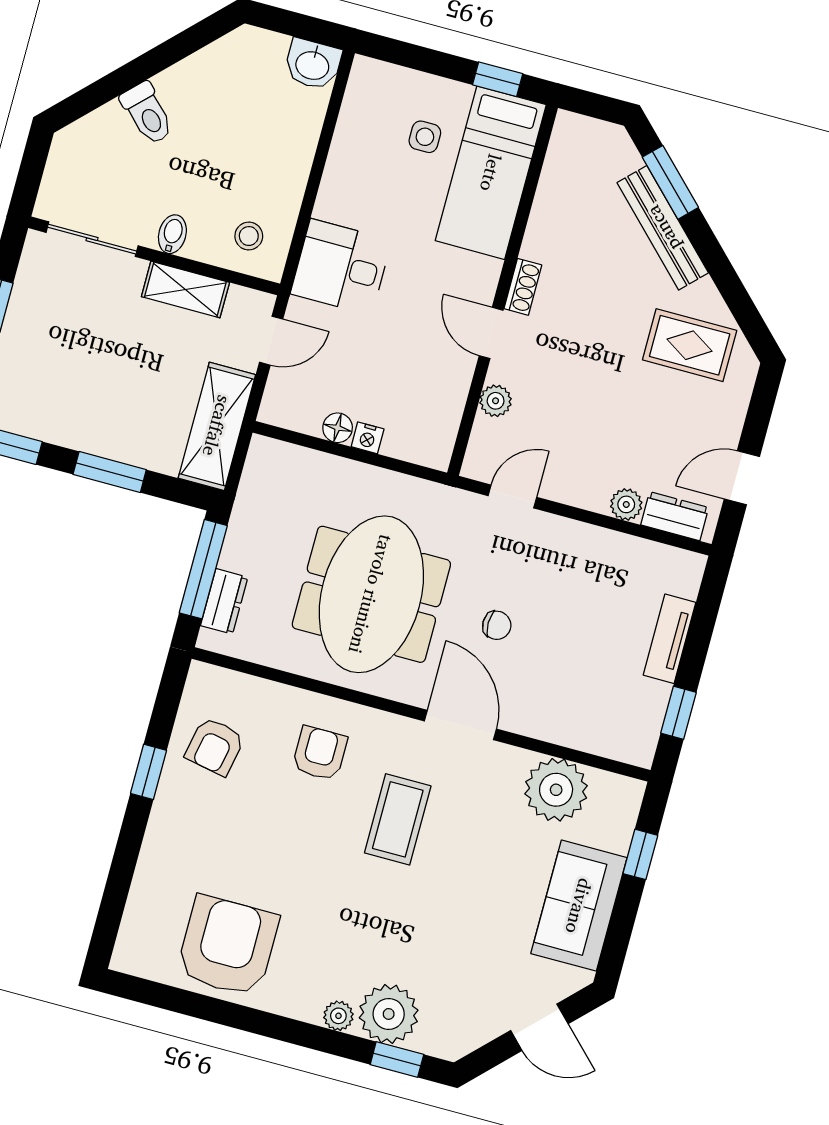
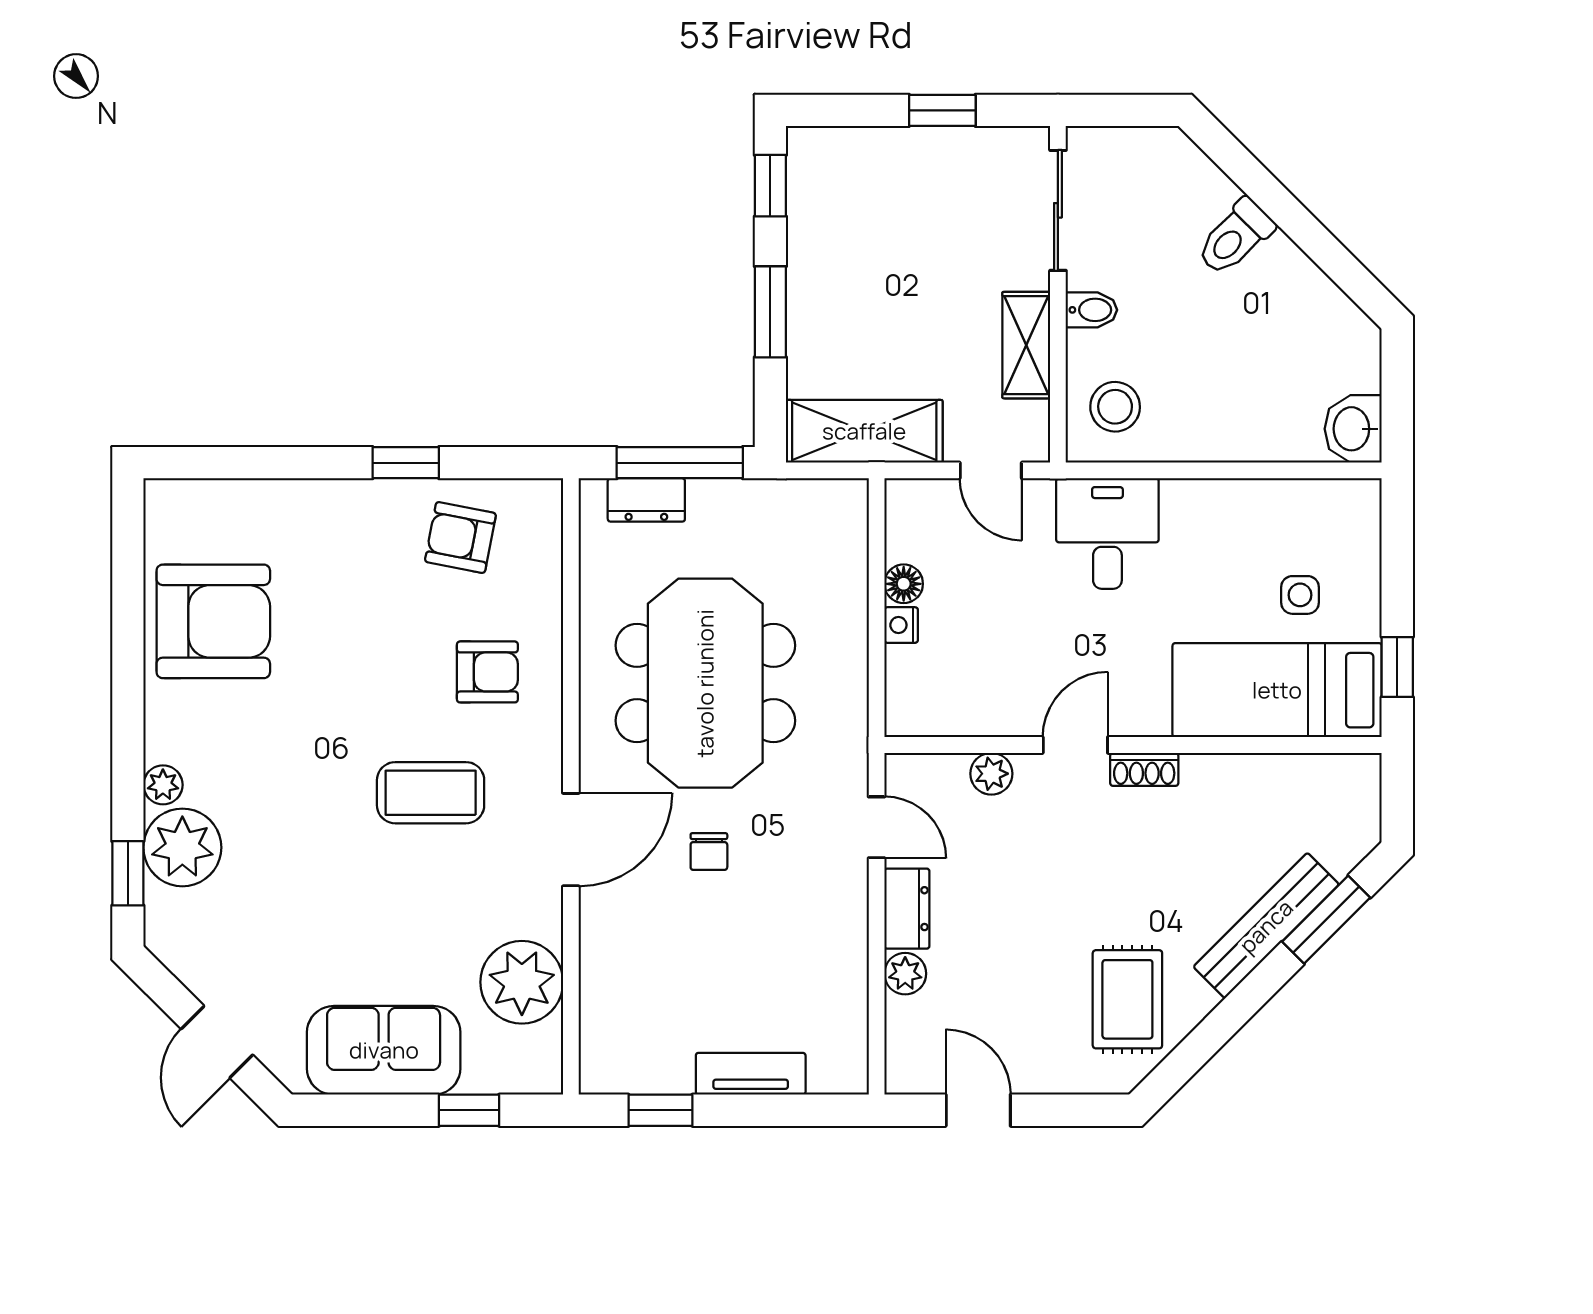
stool: (249, 236) -> (1115, 407), width x1.37, depth x1.37
dresser: (675, 516) -> (907, 909), moved
meeting table: (371, 594) -> (705, 683), turned 90

